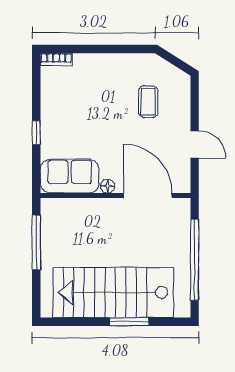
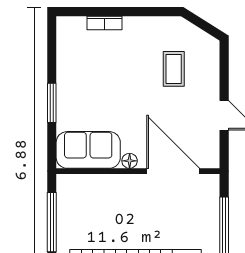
bookcase: (56, 59) -> (105, 23), moved
window: (36, 133) -> (52, 103), width x1.50

